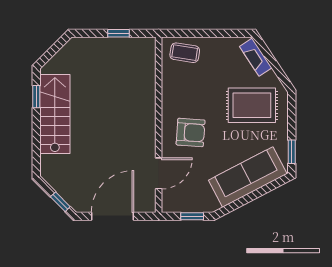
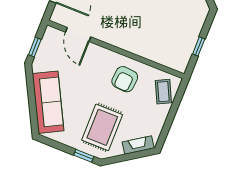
coffee table: (185, 53) -> (163, 92), turned -35
armchair: (191, 132) -> (125, 79), moved
window: (292, 152) -> (84, 156), moved

